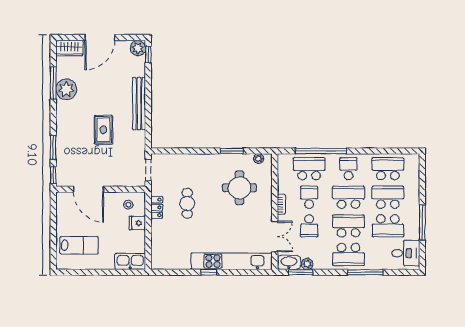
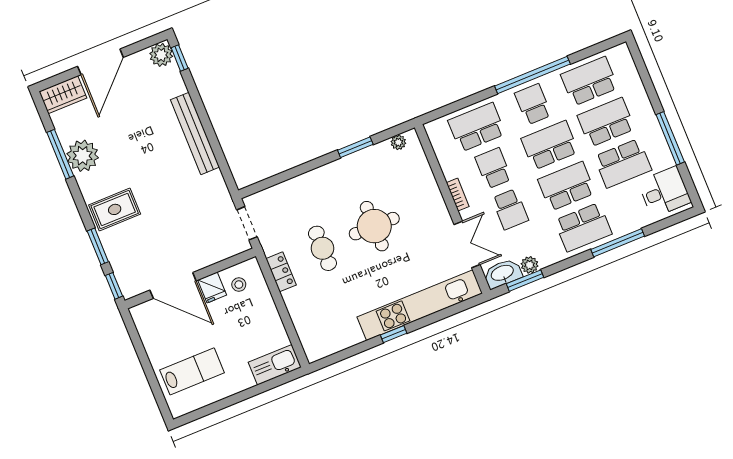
rug: (103, 130) -> (115, 209), moved, turned 90
window: (321, 151) -> (532, 75), moved
round table: (239, 188) -> (374, 226), moved
fridge: (137, 223) -> (212, 288), moved, turned -90

